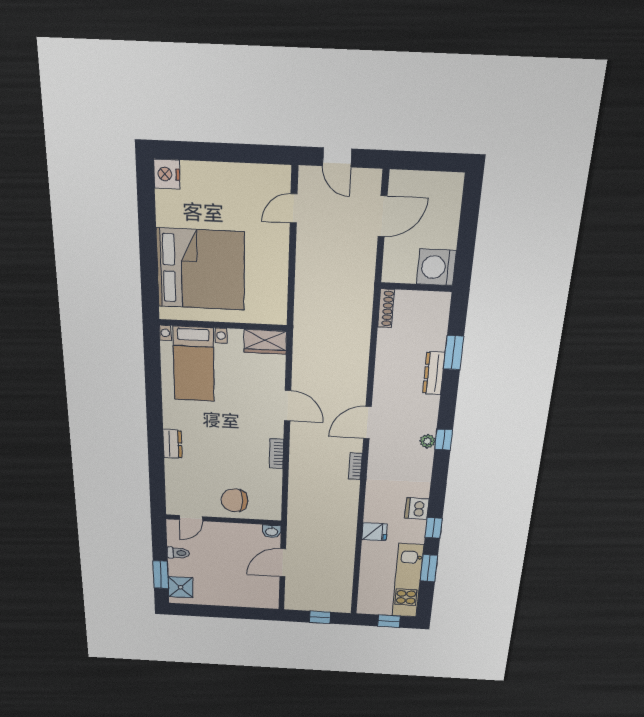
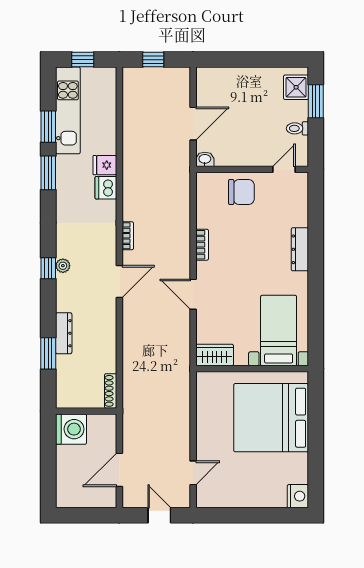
dresser: (172, 444) -> (300, 249), width x1.44
dishwasher: (417, 509) -> (106, 188), moved, turned 180
window: (434, 528) -> (48, 173), width x1.50

